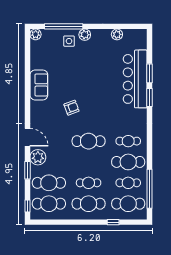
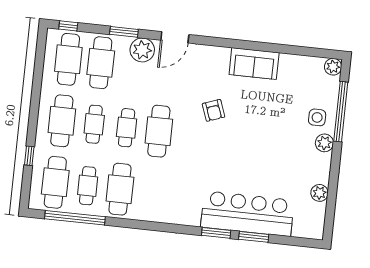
cafe table: (128, 141) -> (127, 128), moved

